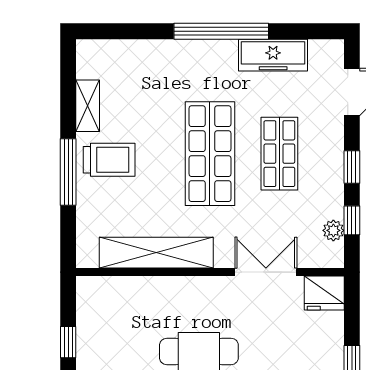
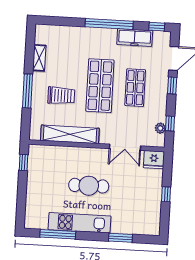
window: (315, 31) -> (157, 27), added
trolley: (109, 160) -> (61, 96), moved
window: (352, 167) -> (172, 86), moved
double door: (266, 272) -> (125, 147), swing flipped
window: (68, 342) -> (24, 162), moved

